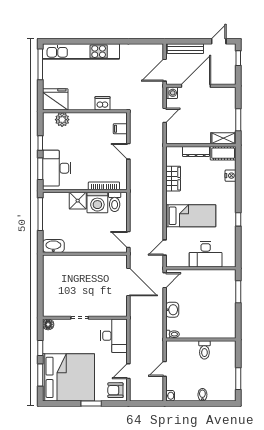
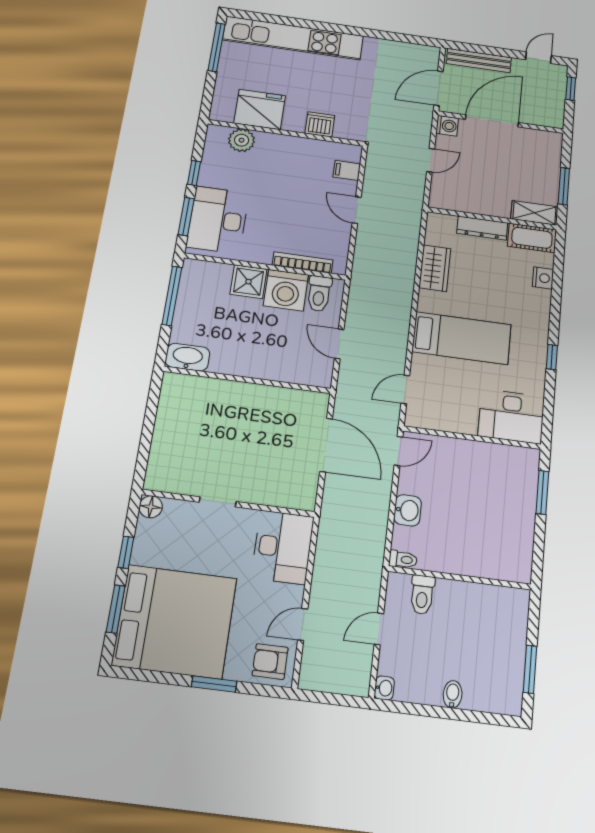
fridge: (55, 99) -> (260, 109), moved
door: (128, 240) -> (339, 344), moved
desk: (206, 254) -> (511, 416), moved
toilet: (204, 350) -> (422, 595), moved

